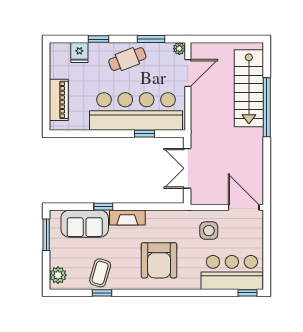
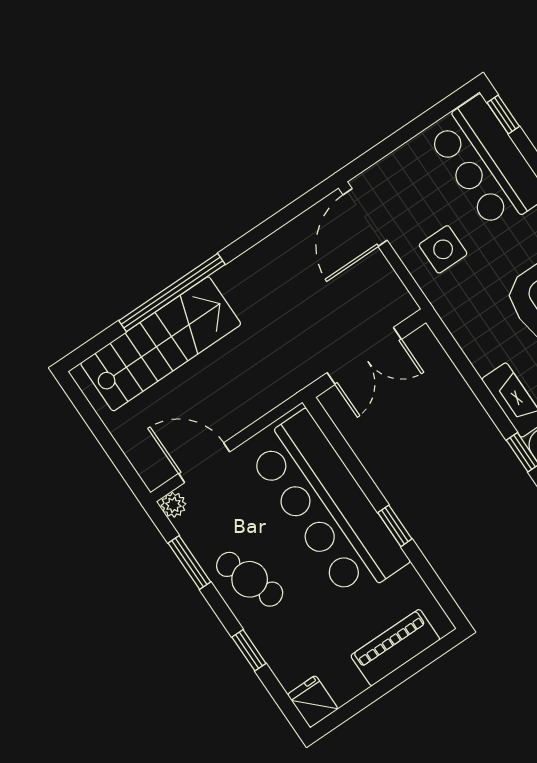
fridge: (79, 53) -> (313, 702), moved, turned -90
window: (144, 134) -> (395, 526), moved

